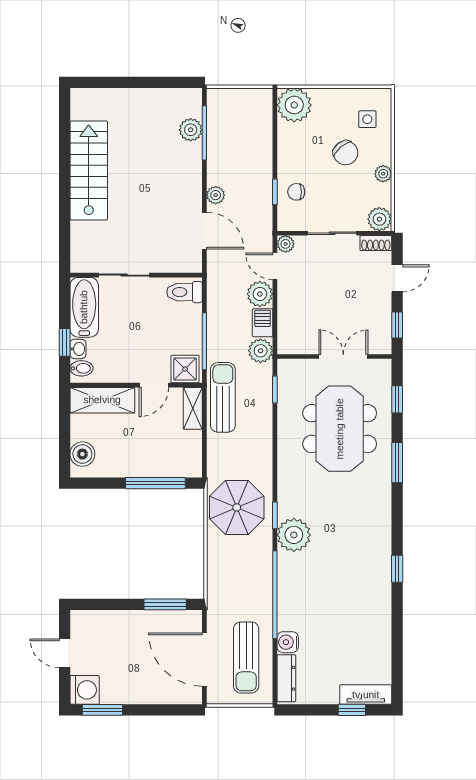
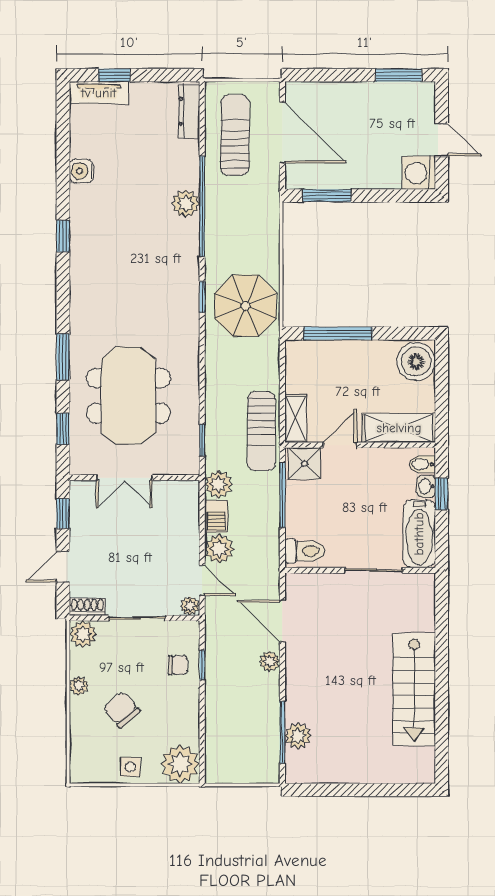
side table: (367, 119) -> (130, 767), moved
boiler: (82, 454) -> (416, 362), width x1.37, depth x1.37
plant: (294, 535) -> (186, 203), moved, width x0.73, depth x0.73
water cooler: (288, 642) -> (81, 171), moved, turned 180
washing machine: (85, 690) -> (419, 173), moved

